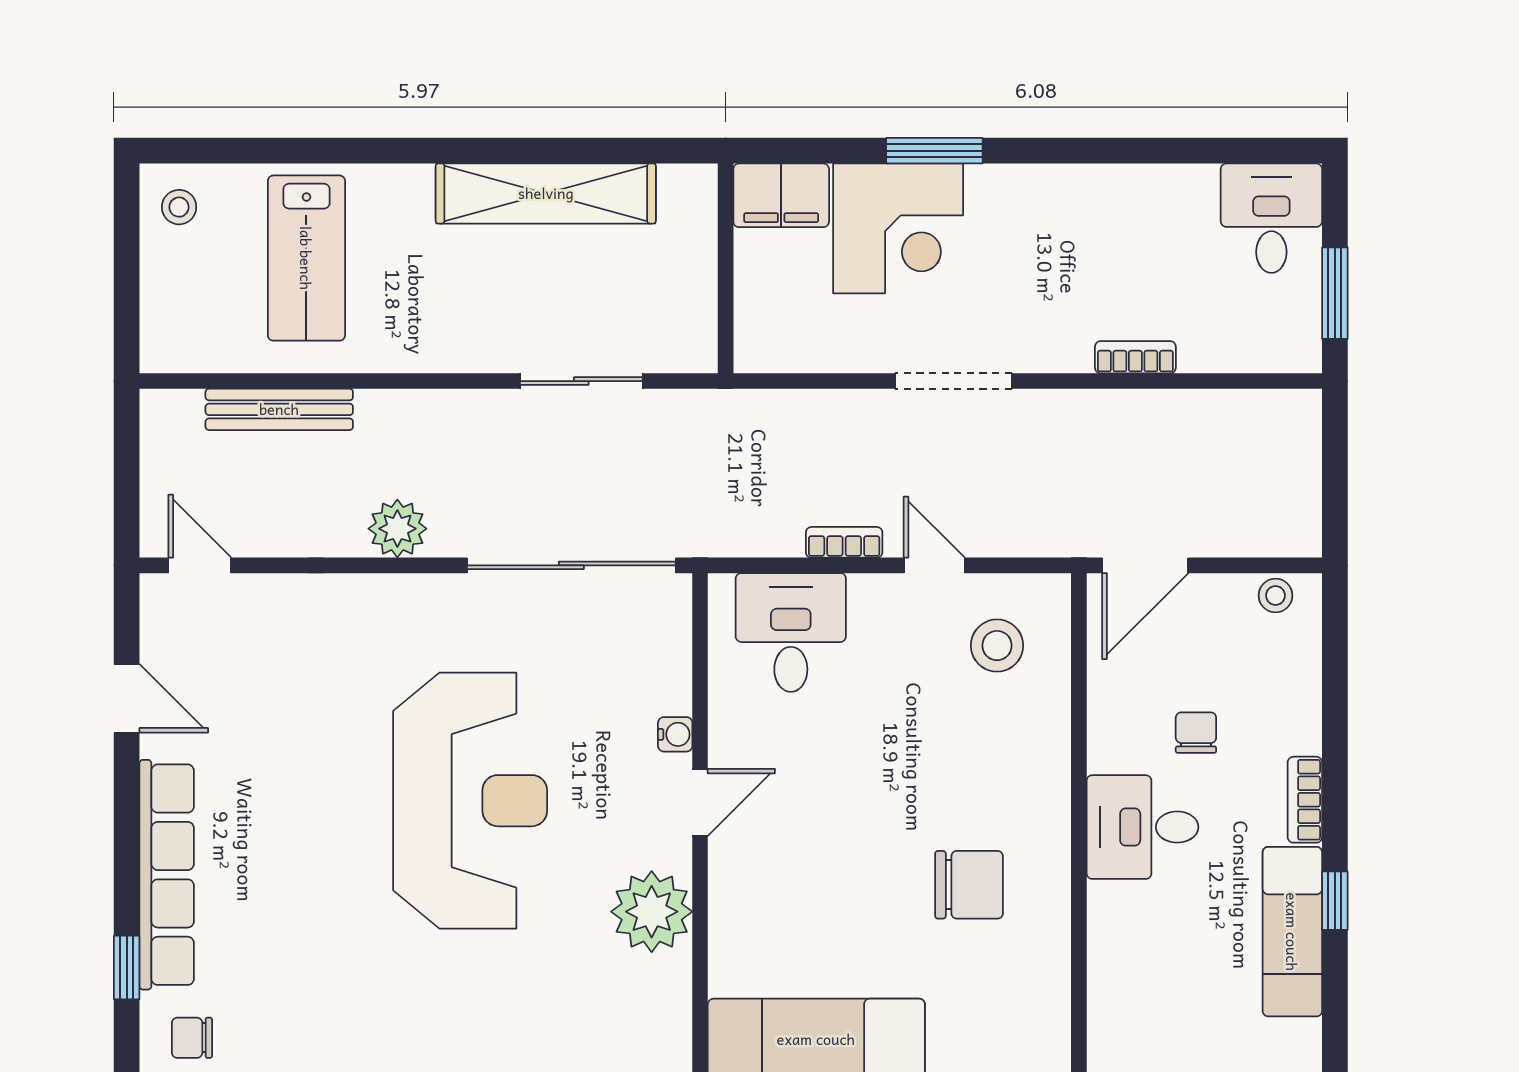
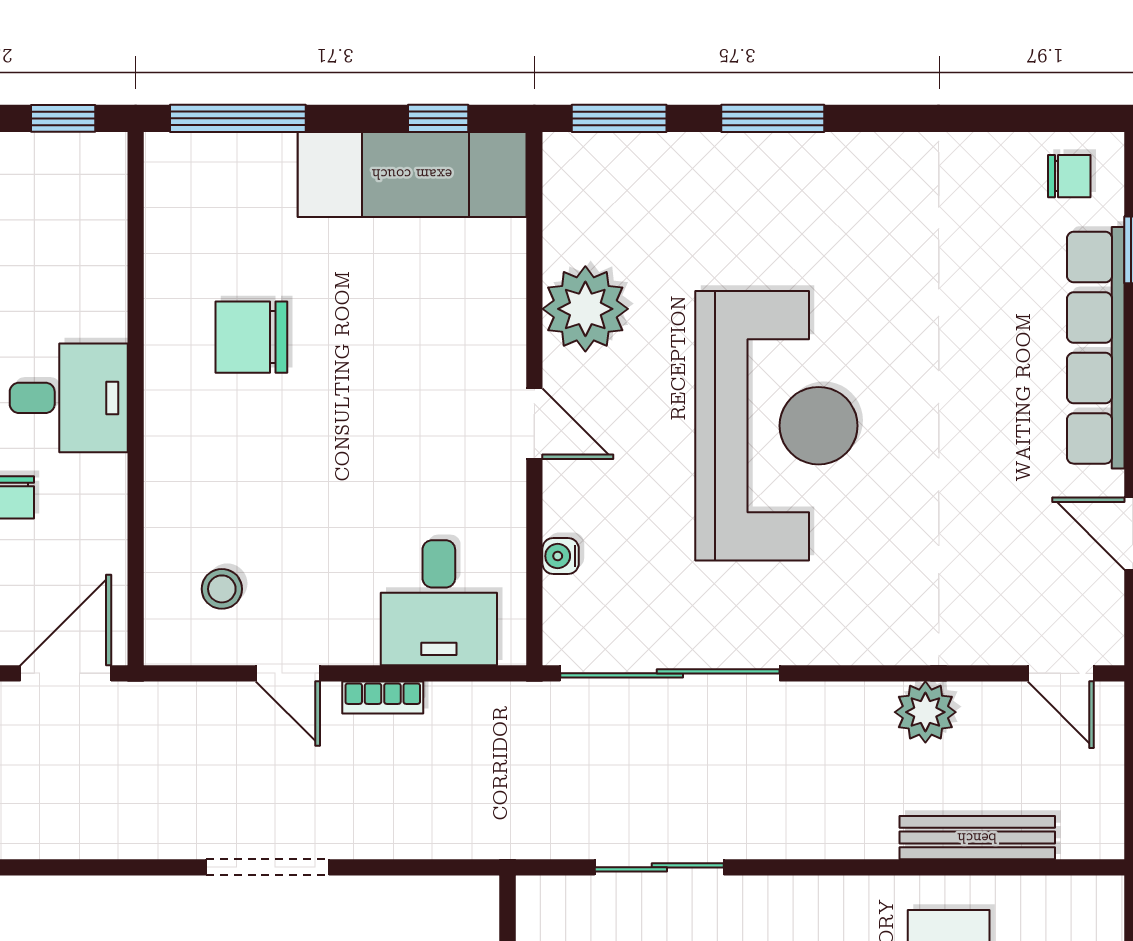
bookcase: (1135, 357) -> (76, 892), removed
plant: (397, 529) -> (925, 712), moved
stool: (997, 646) -> (222, 589), width x0.73, depth x0.73
water cooler: (675, 734) -> (561, 556), moved
reception desk: (470, 801) -> (776, 426), turned 180
door: (700, 802) -> (534, 424), swing flipped

